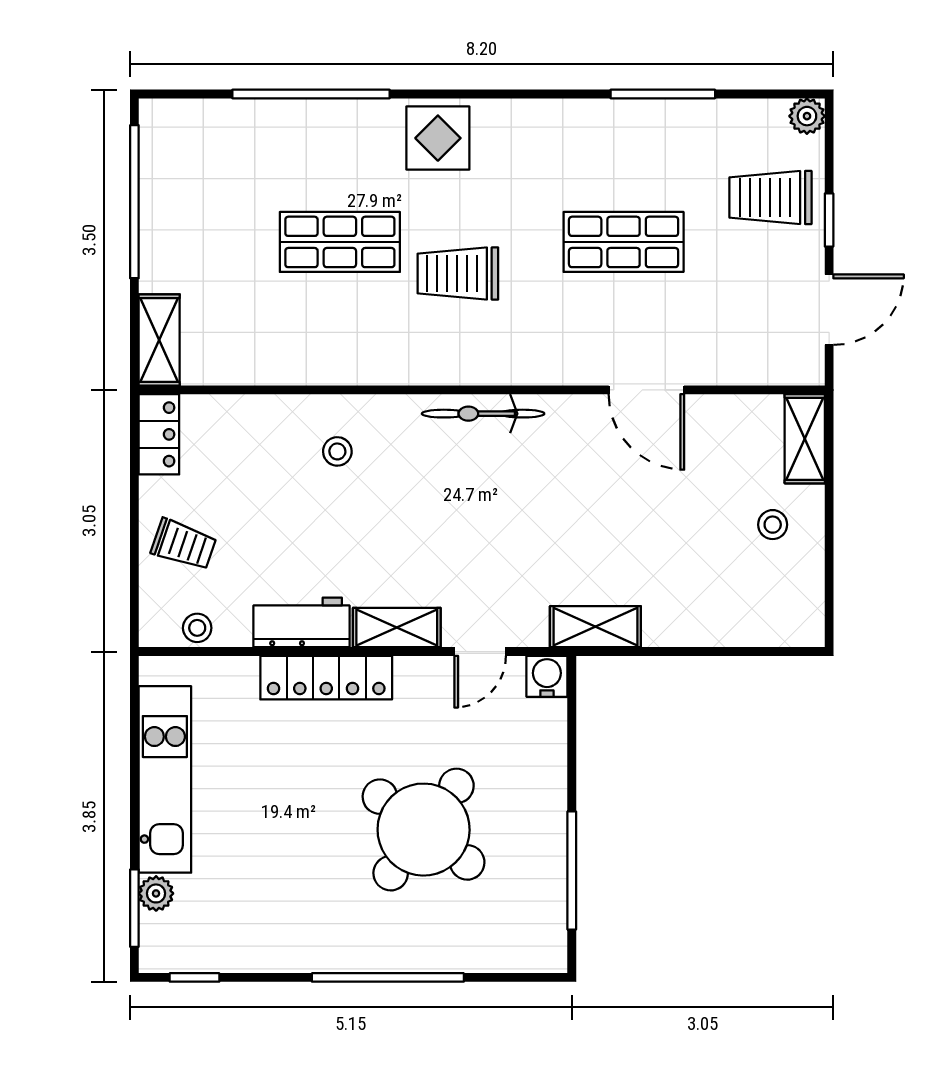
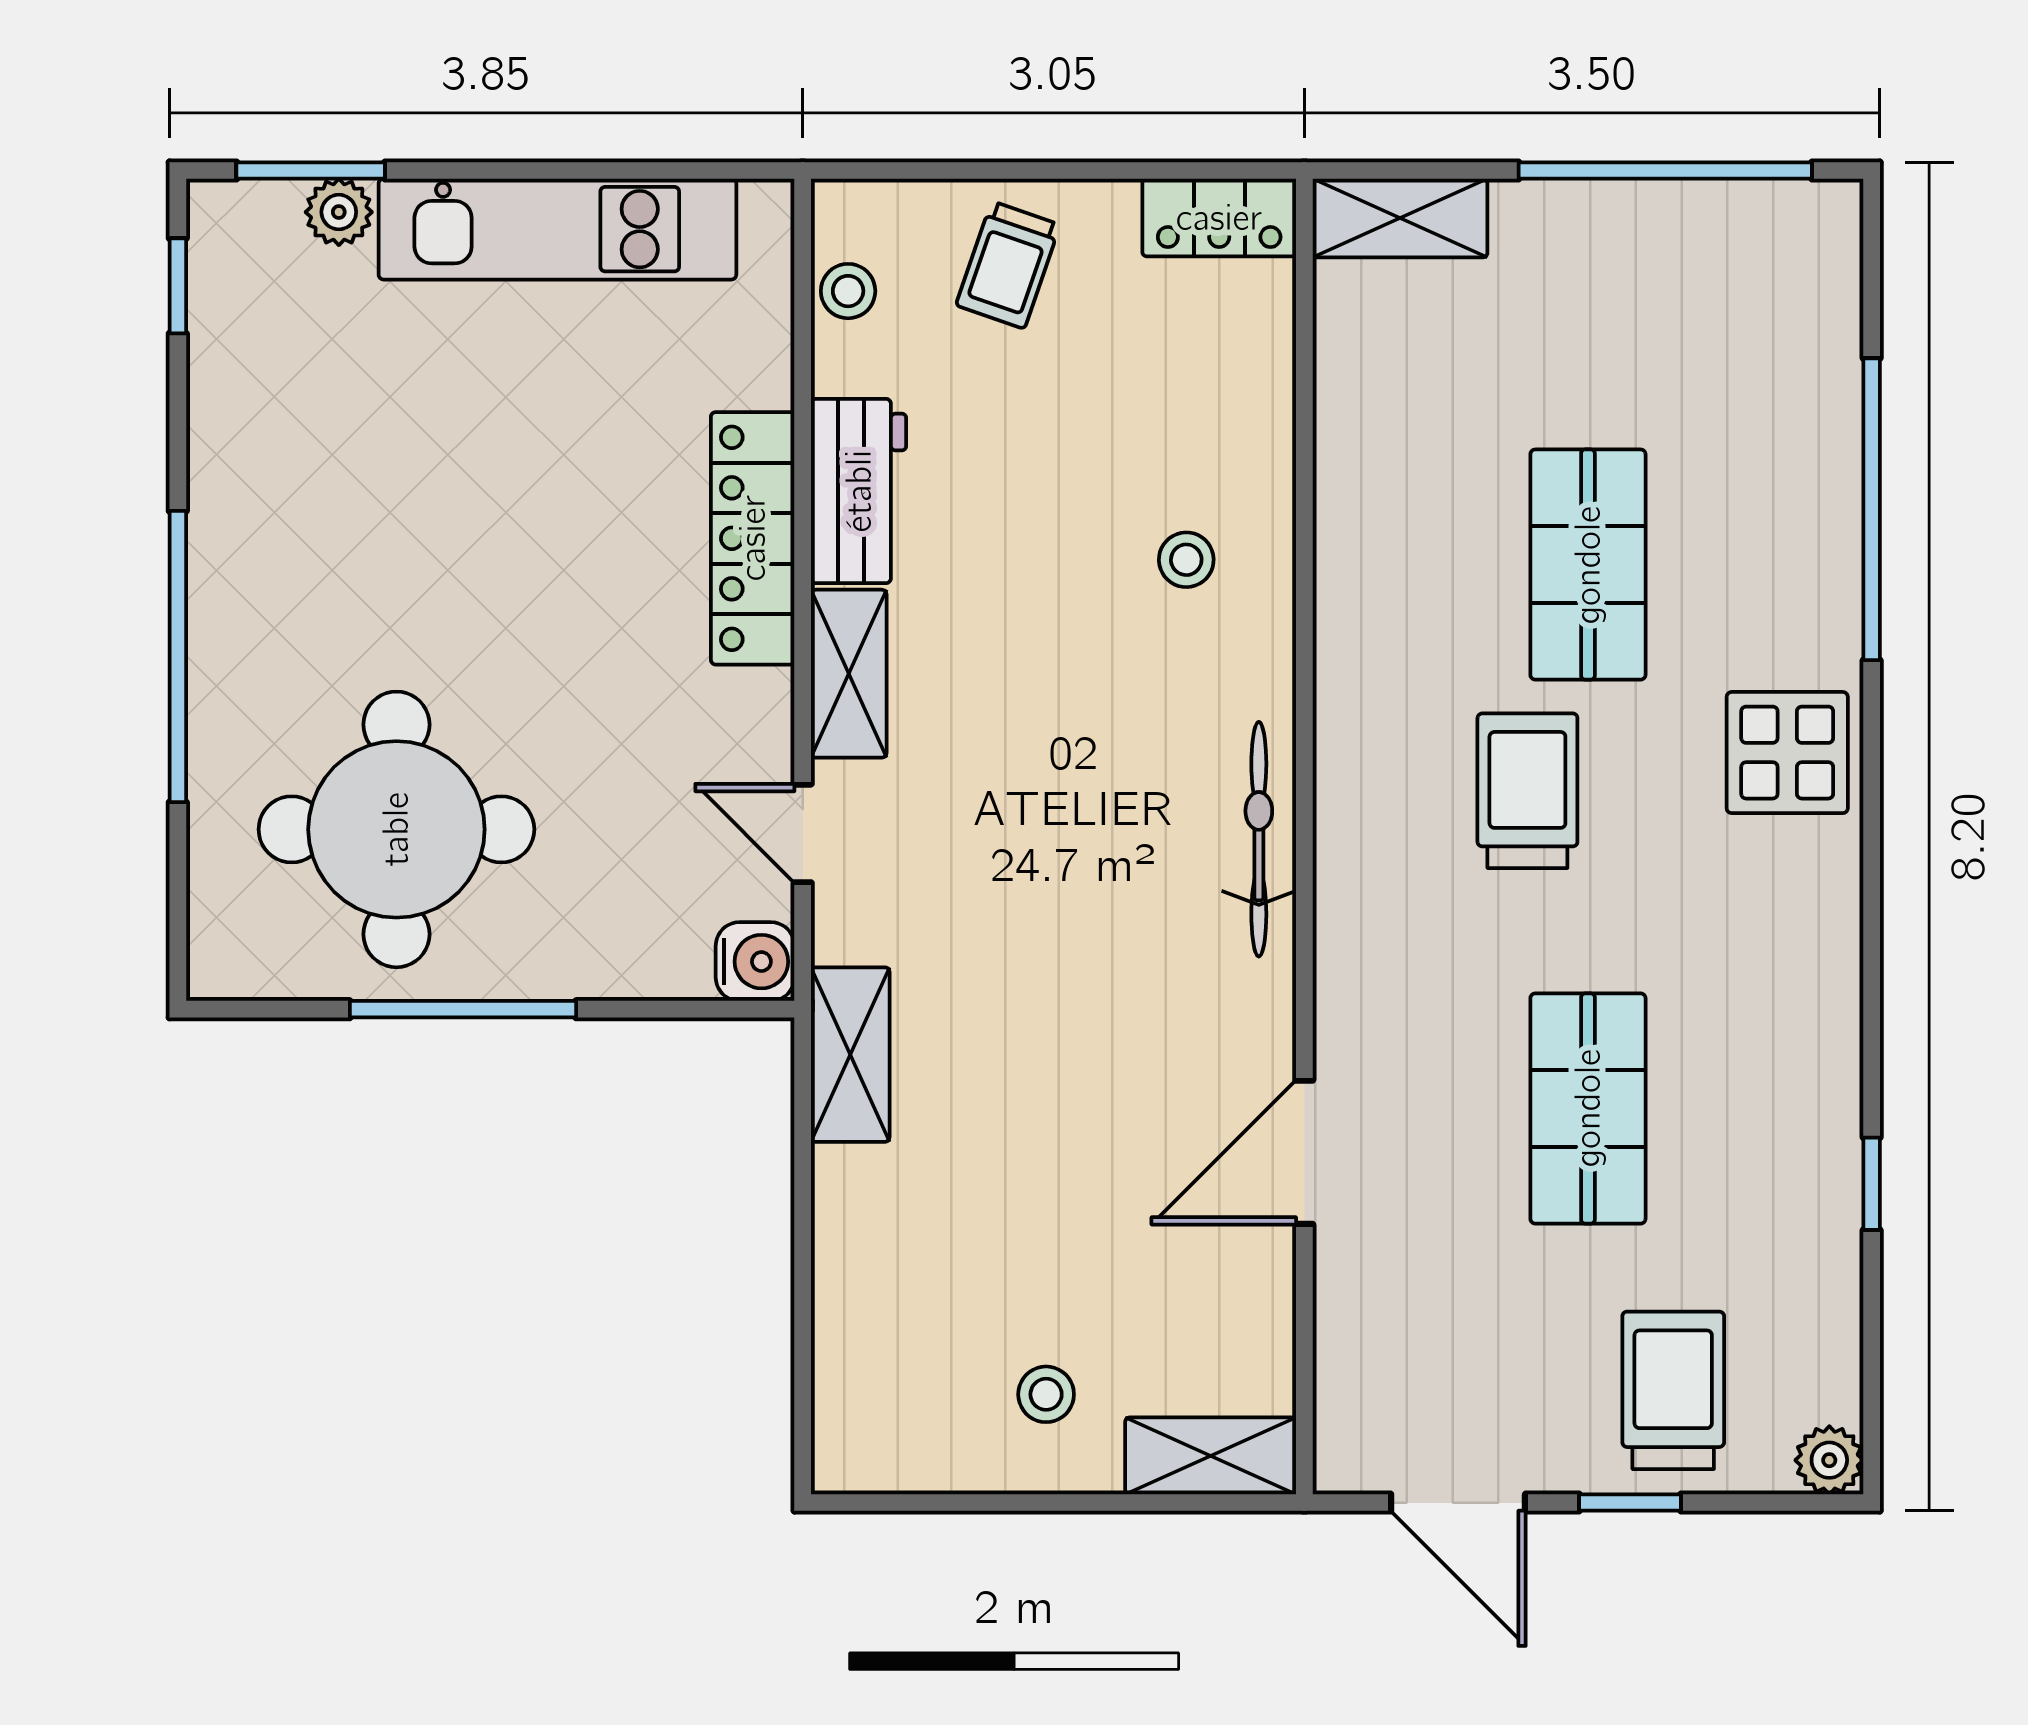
window: (663, 94) -> (1872, 1184), width x0.46
round table: (424, 830) -> (396, 829), moved, turned -37
window: (572, 871) -> (463, 1009), moved

